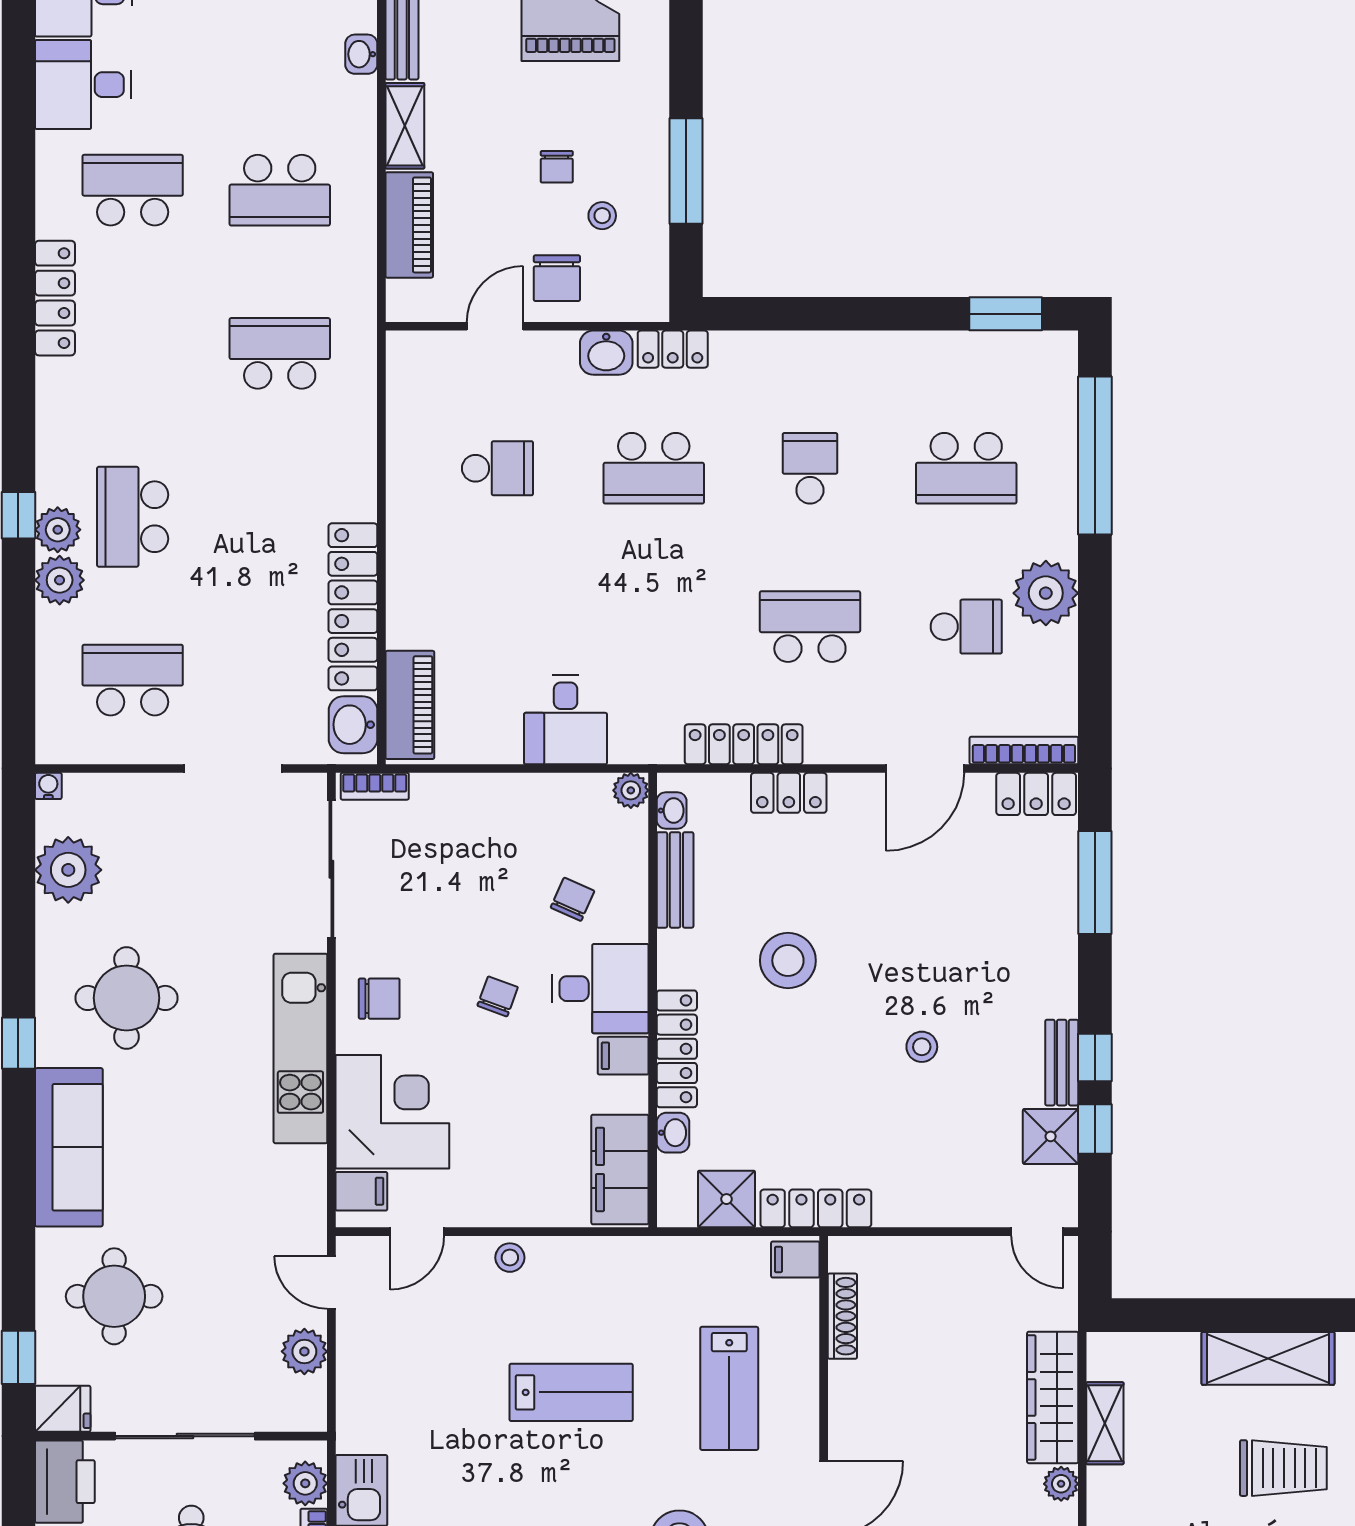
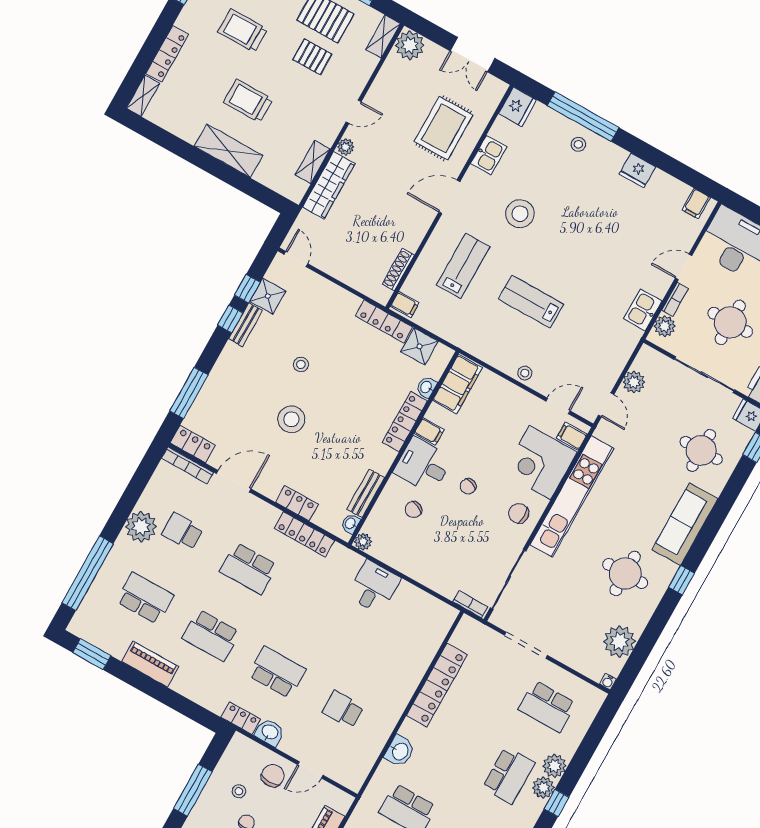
school desk: (810, 468) -> (211, 635), width x1.85
piano: (410, 705) -> (150, 664), moved, turned 90
washbasin: (353, 725) -> (400, 751), moved
stool: (788, 961) -> (291, 419), moved
kitchen unit: (300, 1048) -> (572, 496), width x1.36

